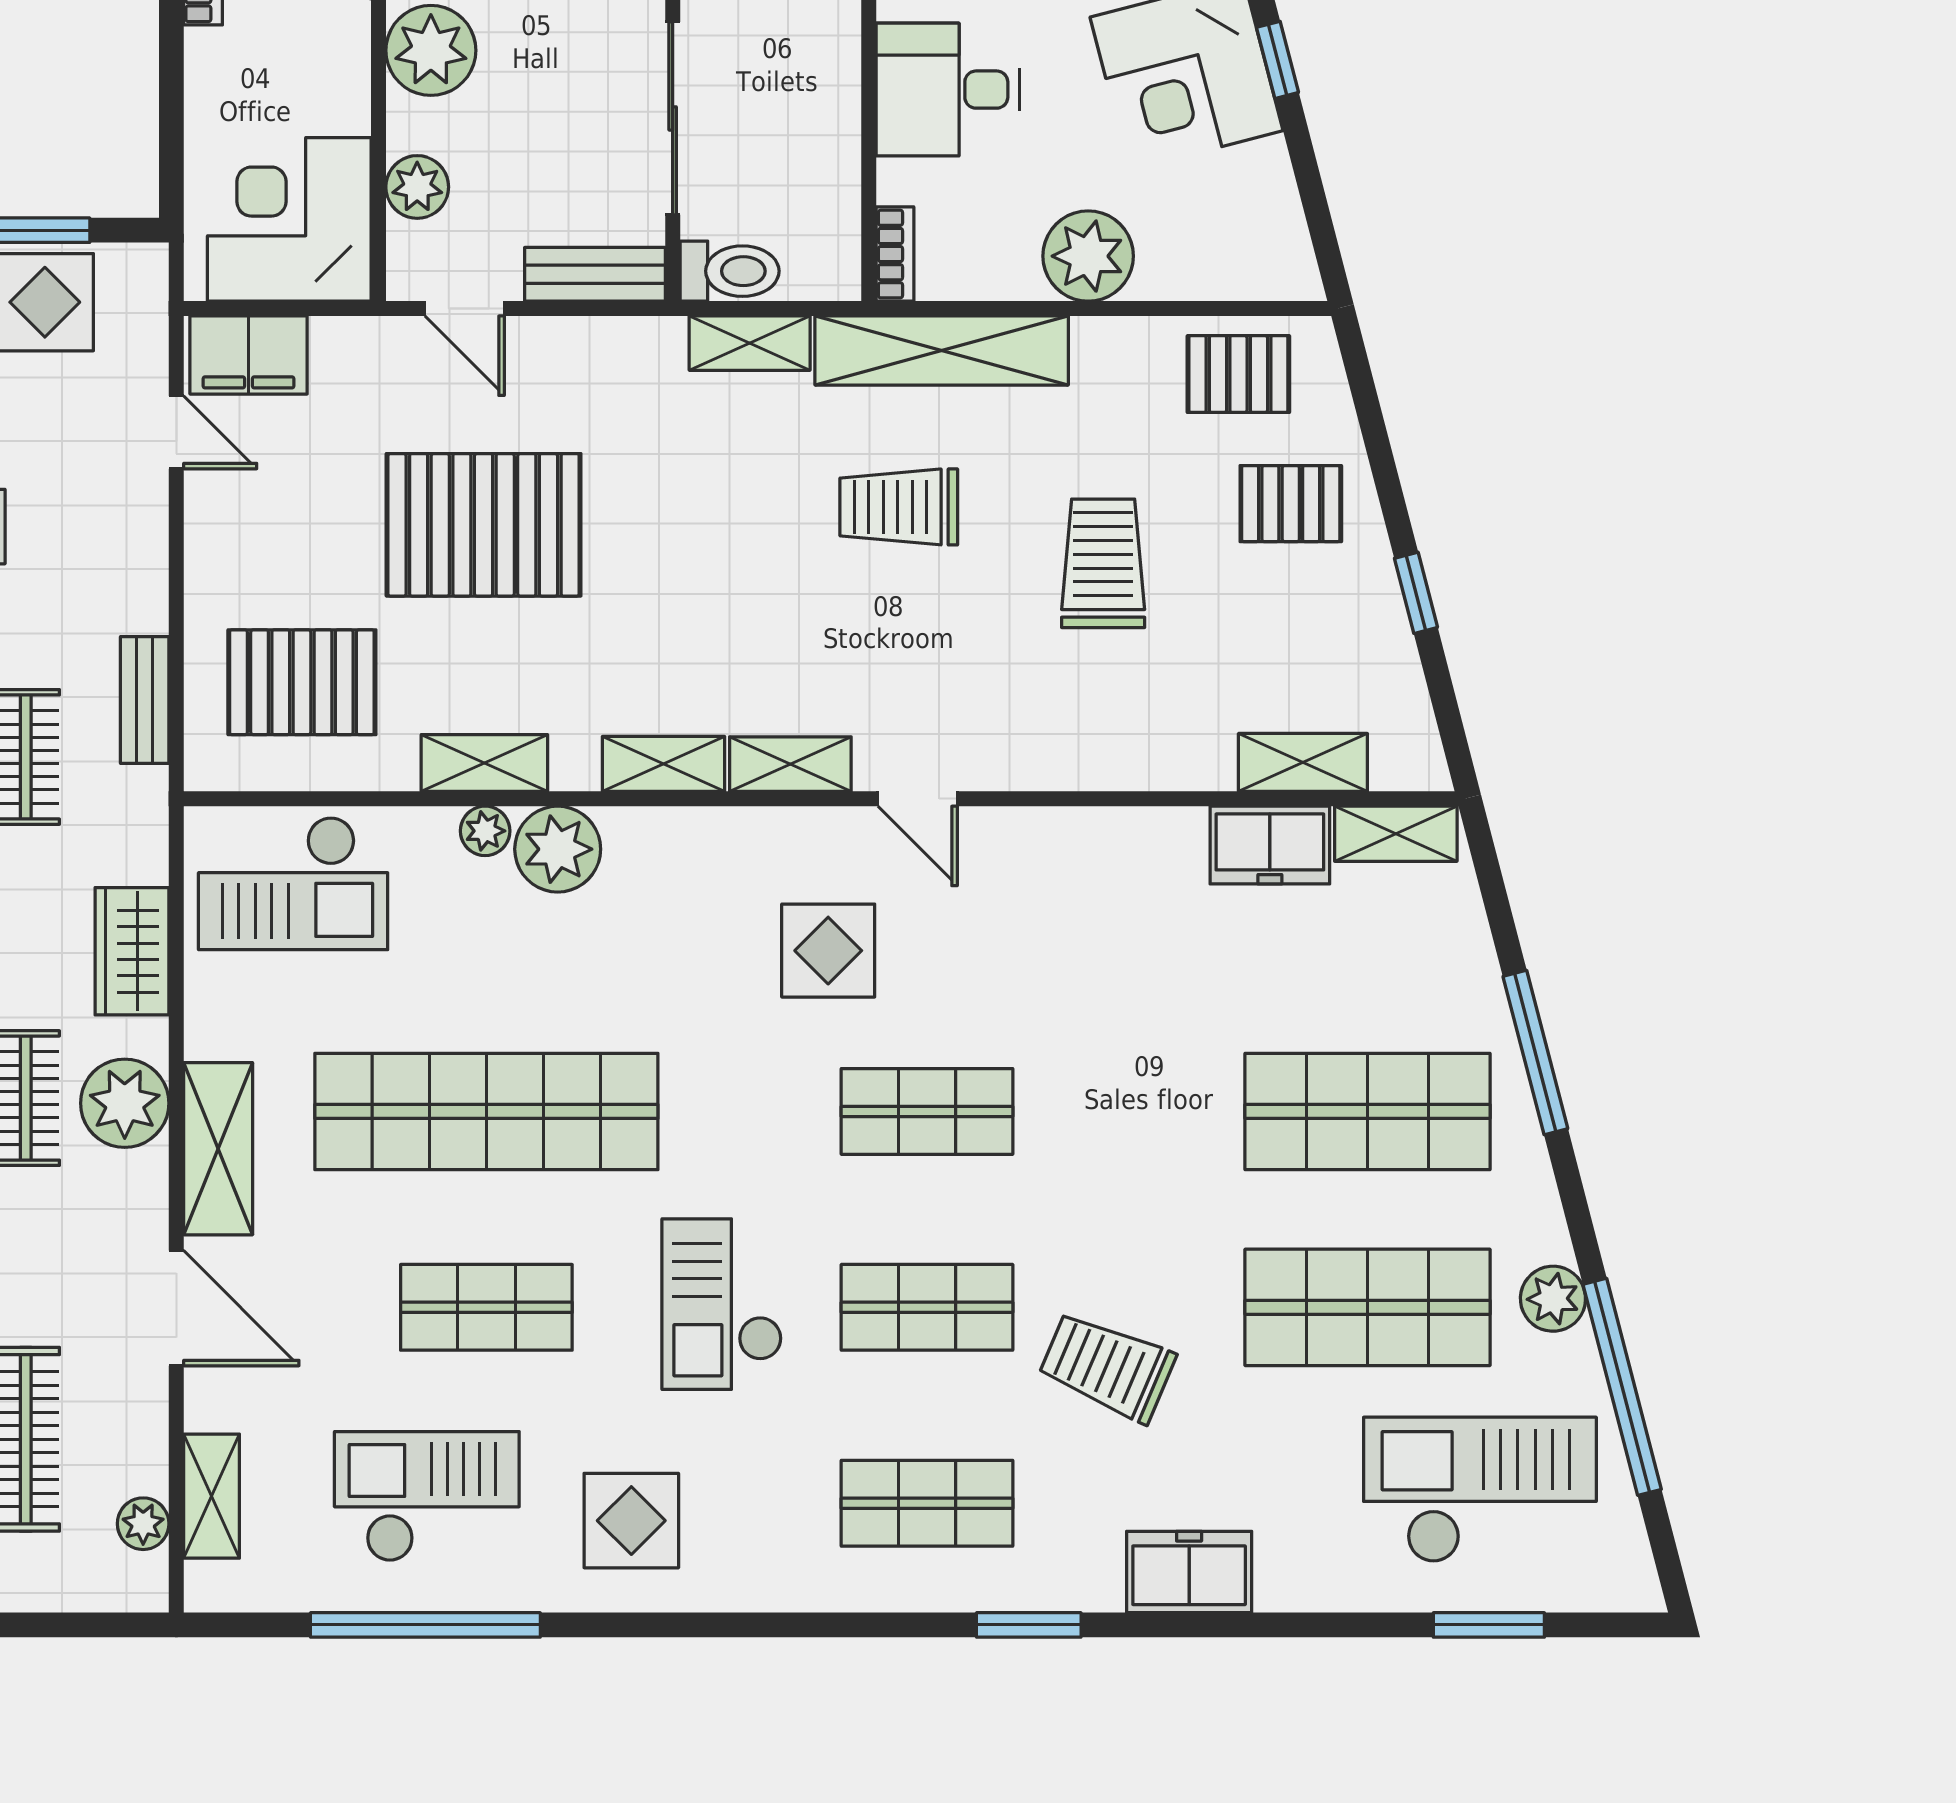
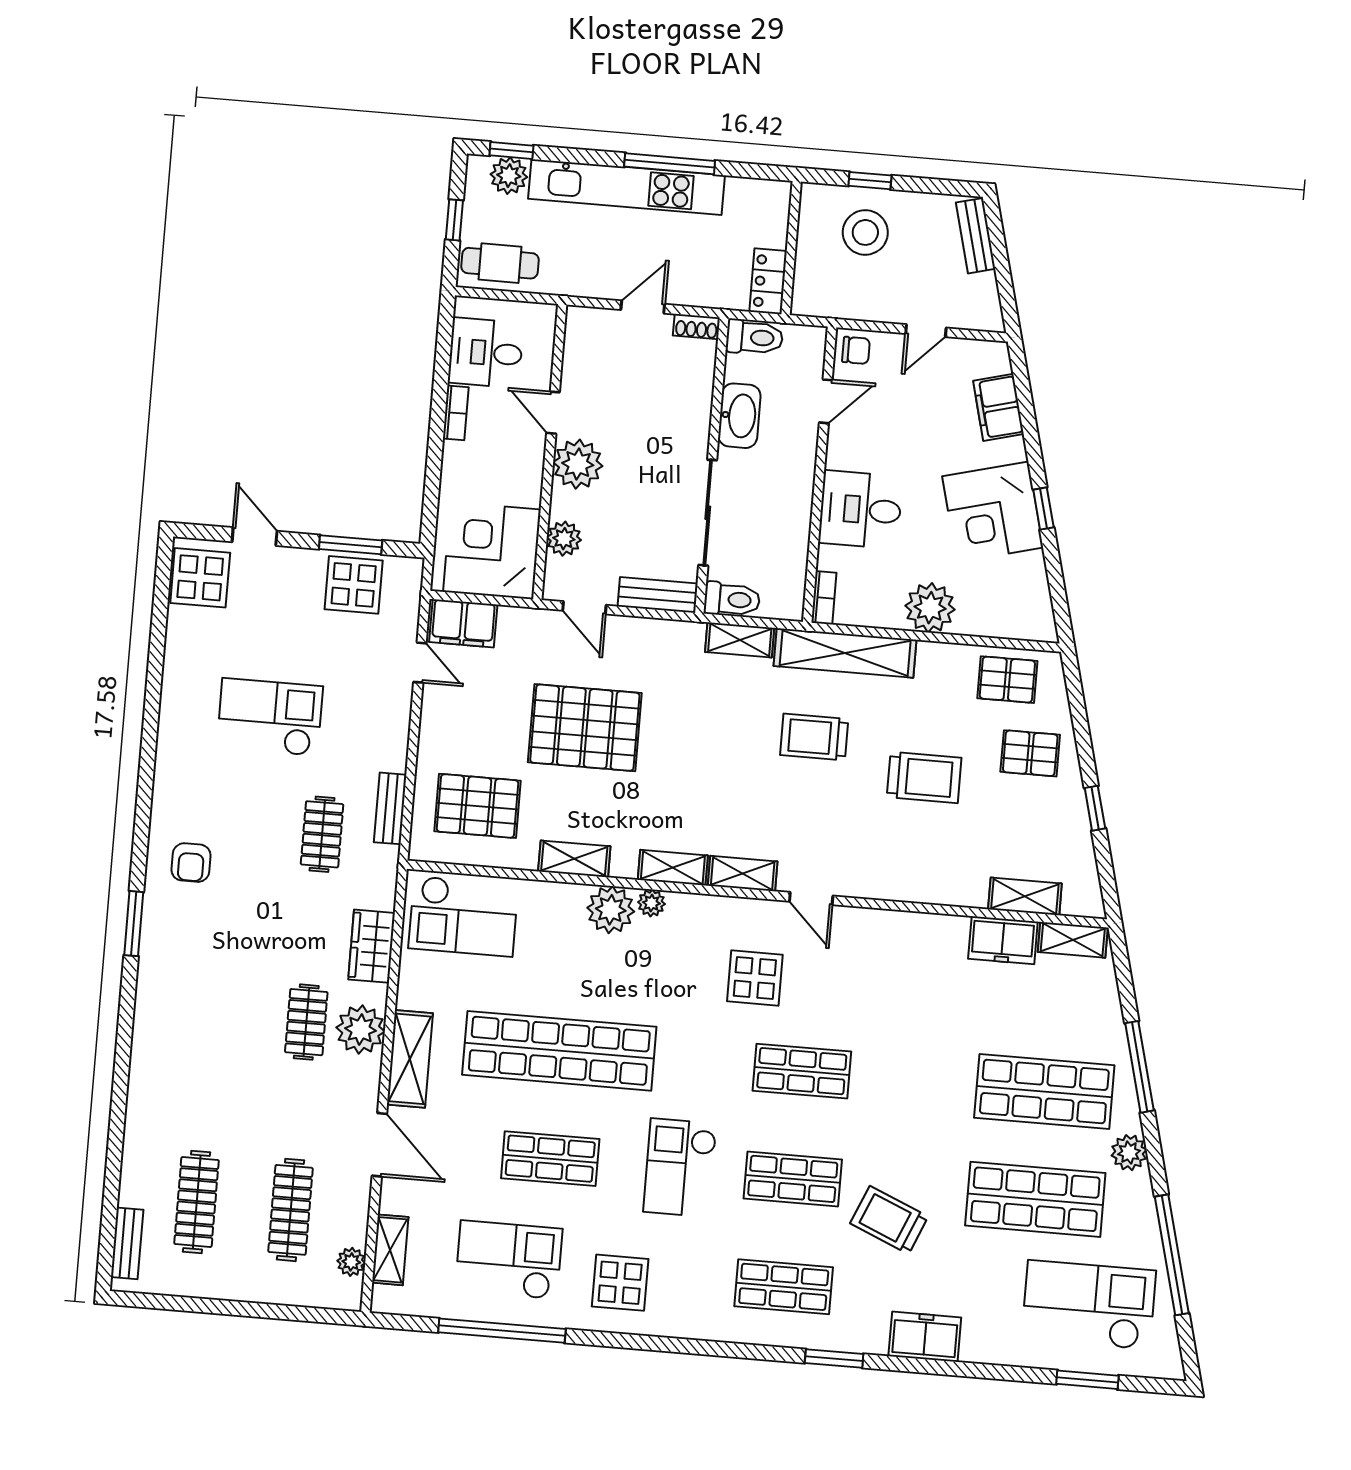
trolley: (1103, 563) -> (924, 777), turned 90
plant: (485, 831) -> (651, 903), moved
plant: (1553, 1299) -> (1129, 1153), moved

